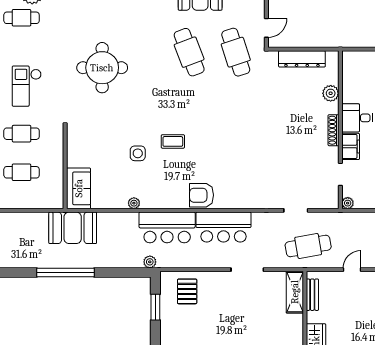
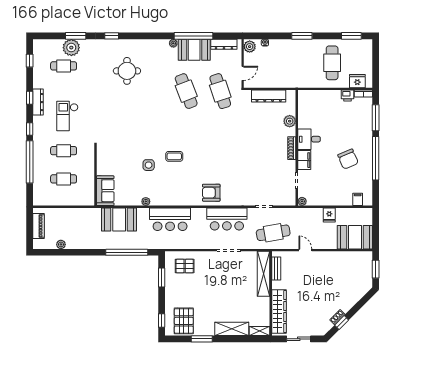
round table: (102, 68) -> (127, 71), moved, width x0.73, depth x0.73
armchair: (202, 195) -> (211, 193), moved
bar counter: (224, 227) -> (227, 219), moved
booth: (73, 228) -> (119, 220), moved
plant: (150, 262) -> (61, 244), moved
door: (352, 270) -> (305, 250), hinge flipped
window: (65, 273) -> (127, 252), moved
pallet: (187, 291) -> (185, 266), turned 90
shelving: (295, 292) -> (264, 274), width x1.47

